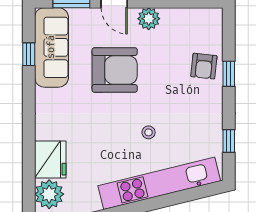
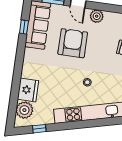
armchair: (115, 70) -> (73, 43), turned -90

